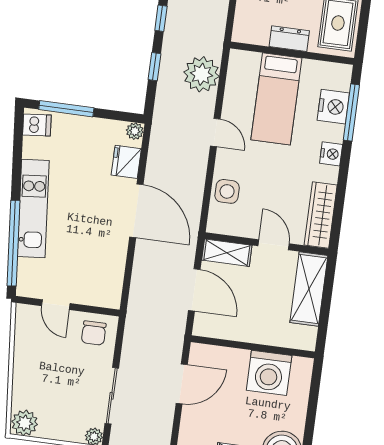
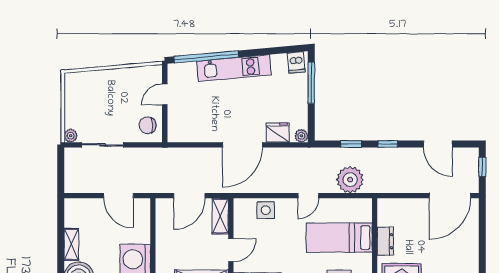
plant: (25, 423) -> (74, 83), removed

